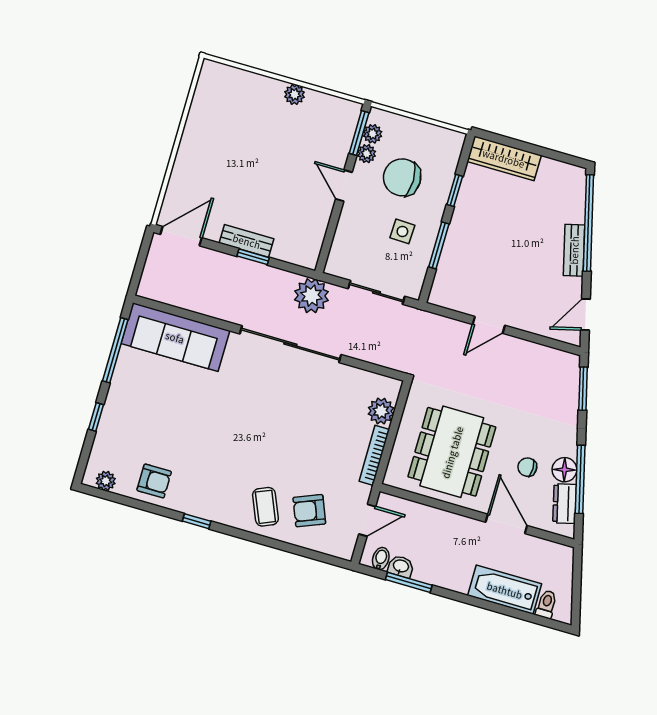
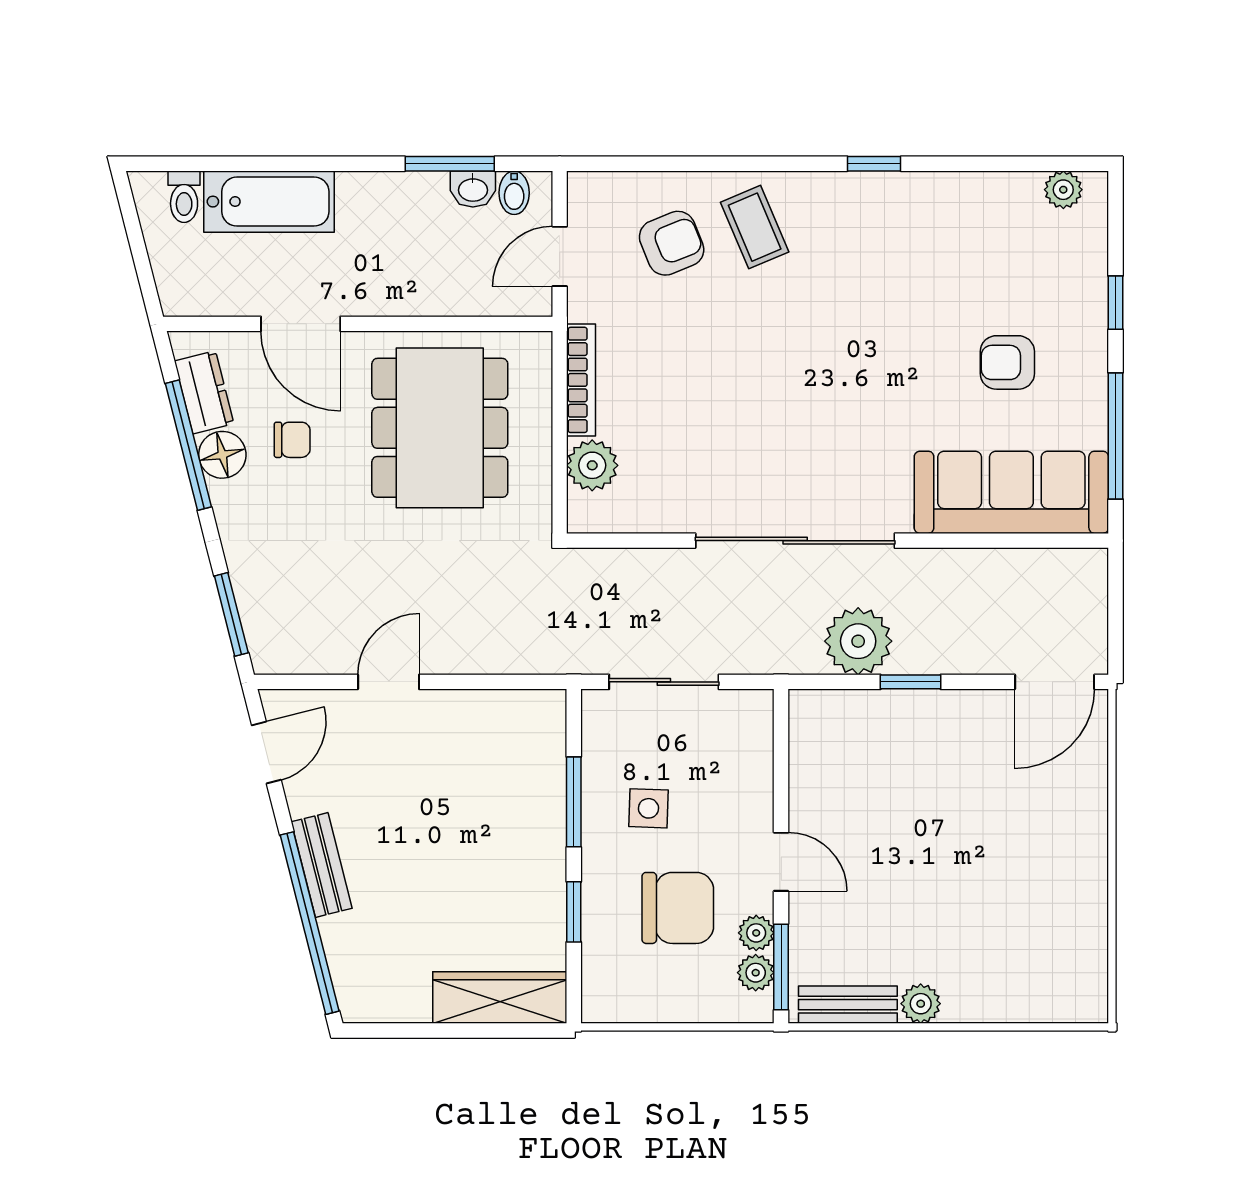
bench: (247, 241) -> (848, 1005), moved
plant: (311, 296) -> (858, 641), moved
door: (489, 325) -> (389, 682), moved
armchair: (154, 481) -> (1007, 362), moved

